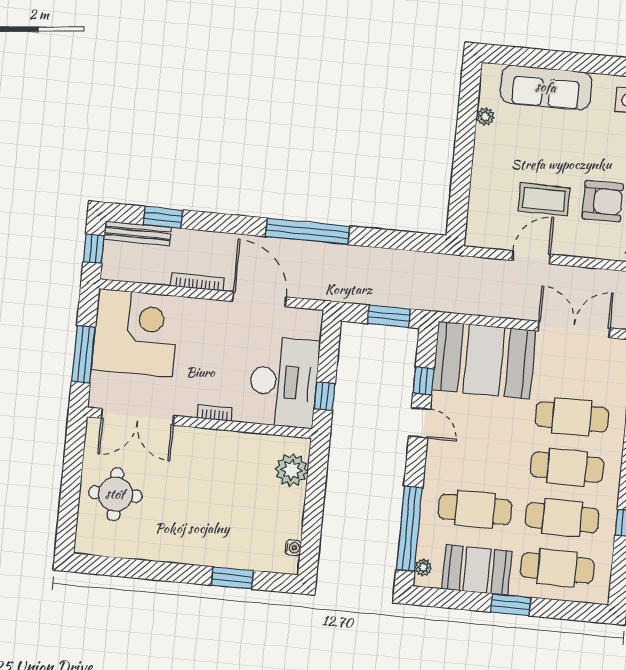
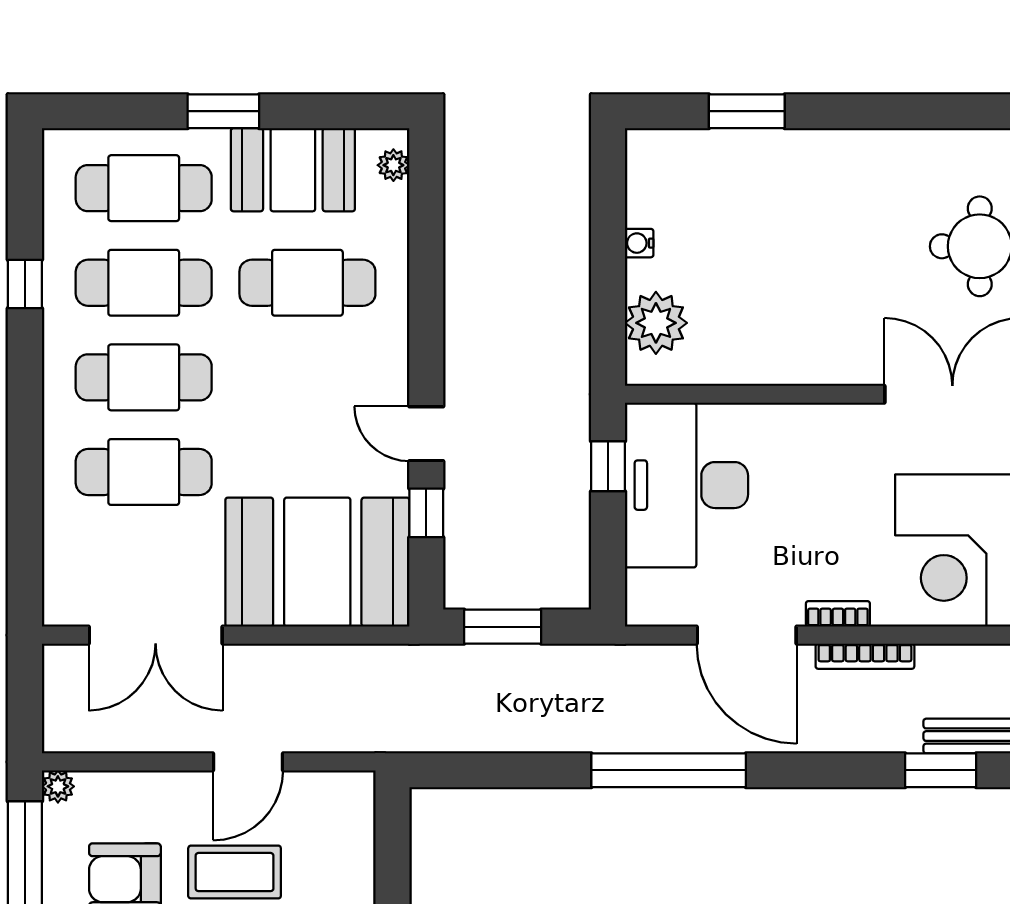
bookcase: (215, 413) -> (838, 614), moved, turned 180
window: (409, 529) -> (426, 235), removed
water cooler: (293, 548) -> (639, 243), moved

